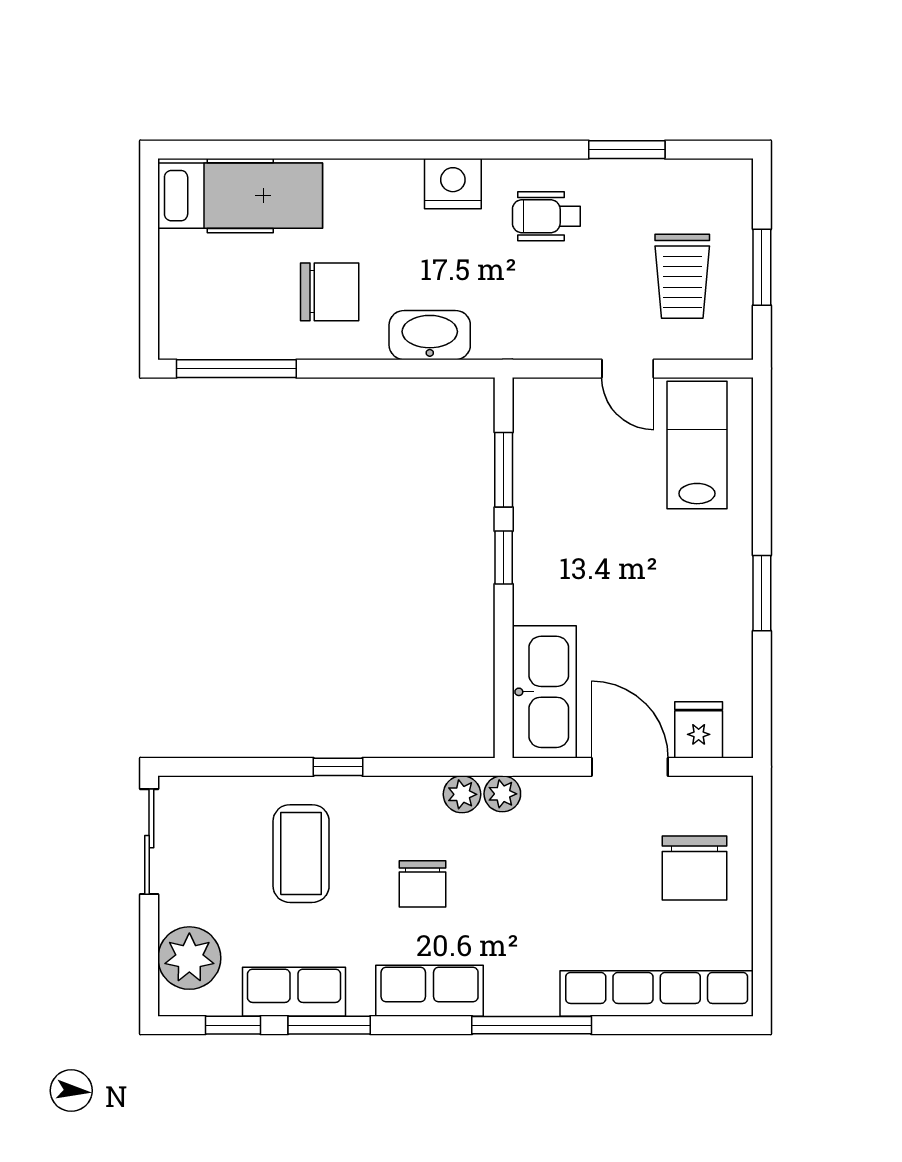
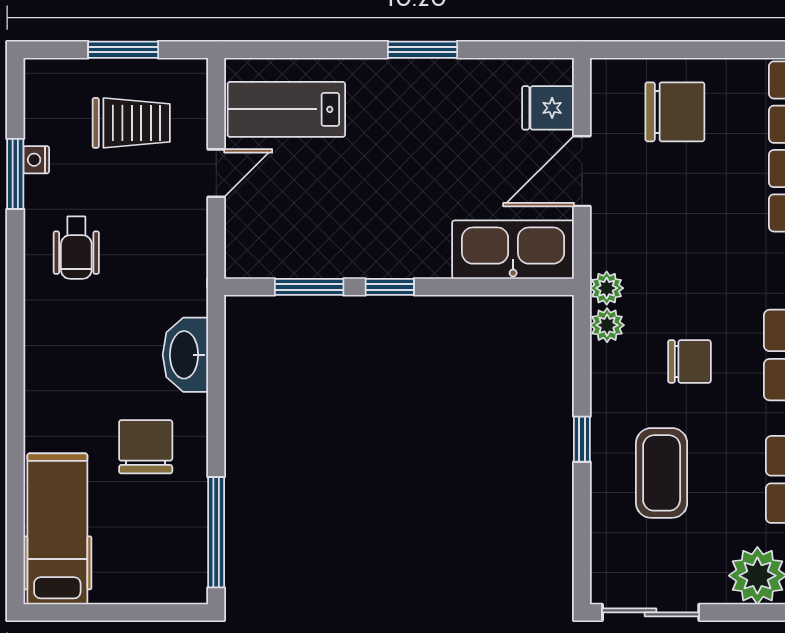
nightstand: (453, 184) -> (36, 160), moved, width x0.53, depth x0.56
coffee table: (301, 854) -> (662, 473), turned 90

